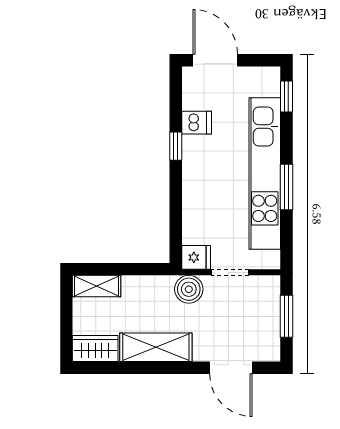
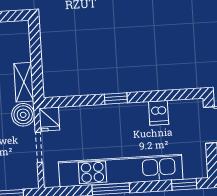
window: (176, 146) -> (116, 99), moved
shelving: (97, 286) -> (24, 82), moved

